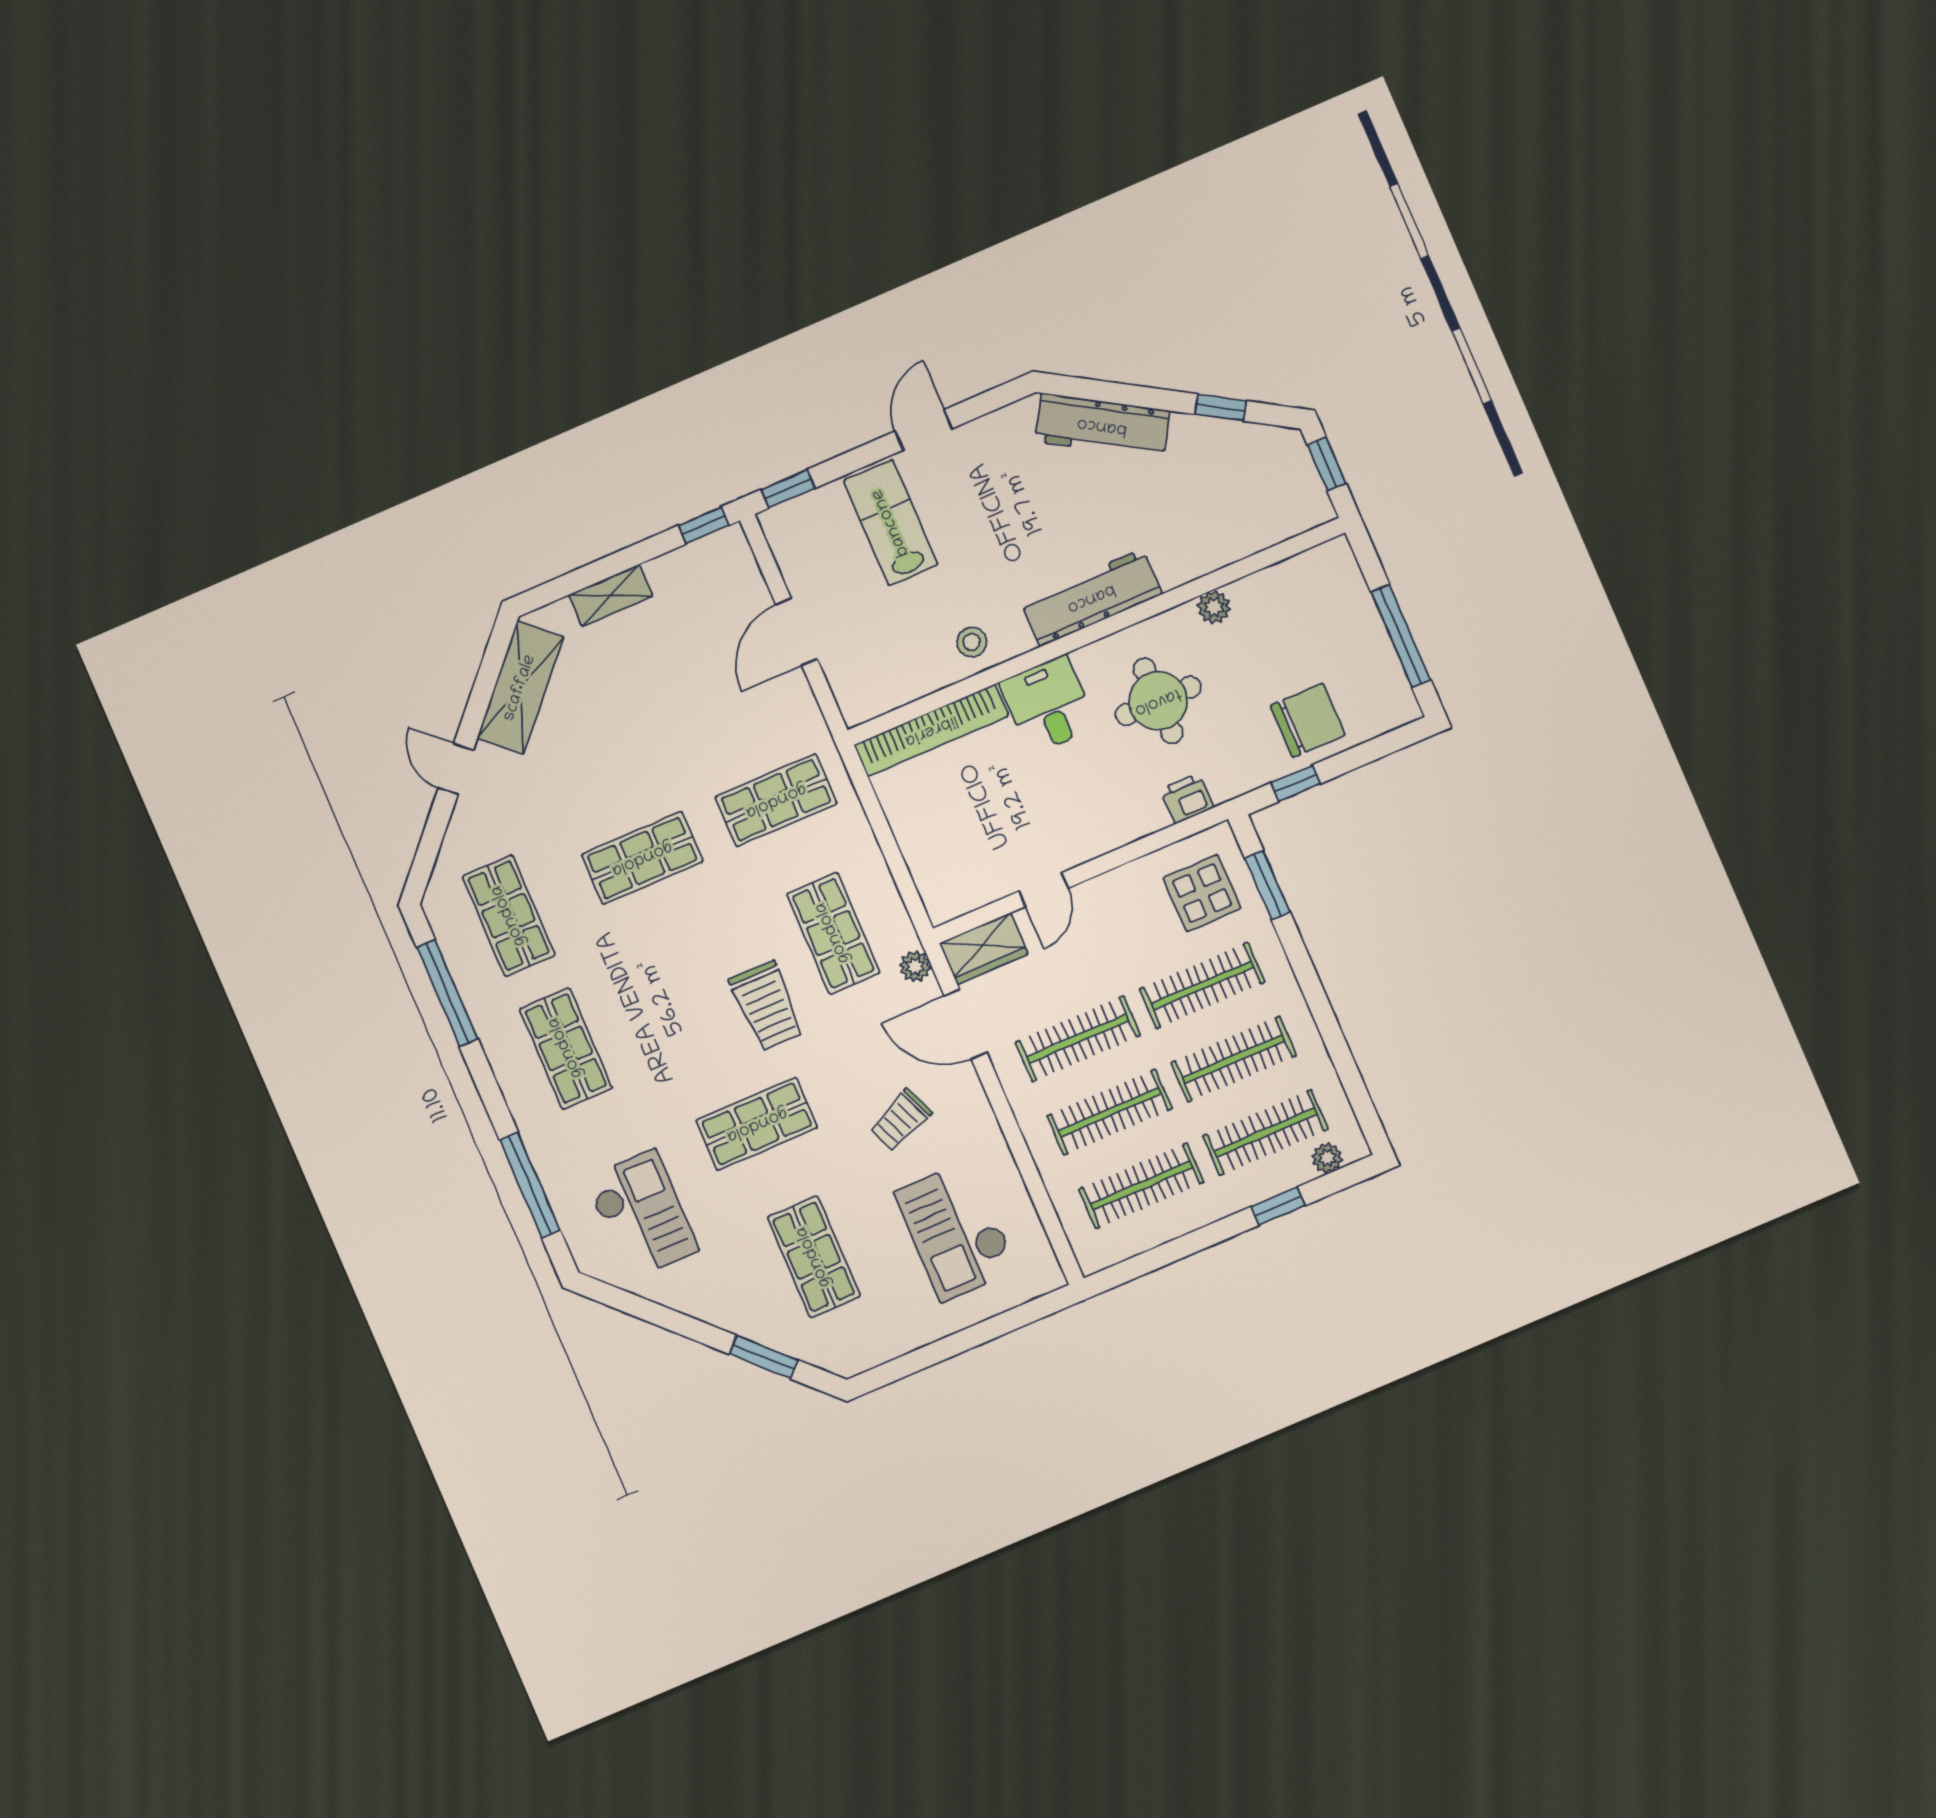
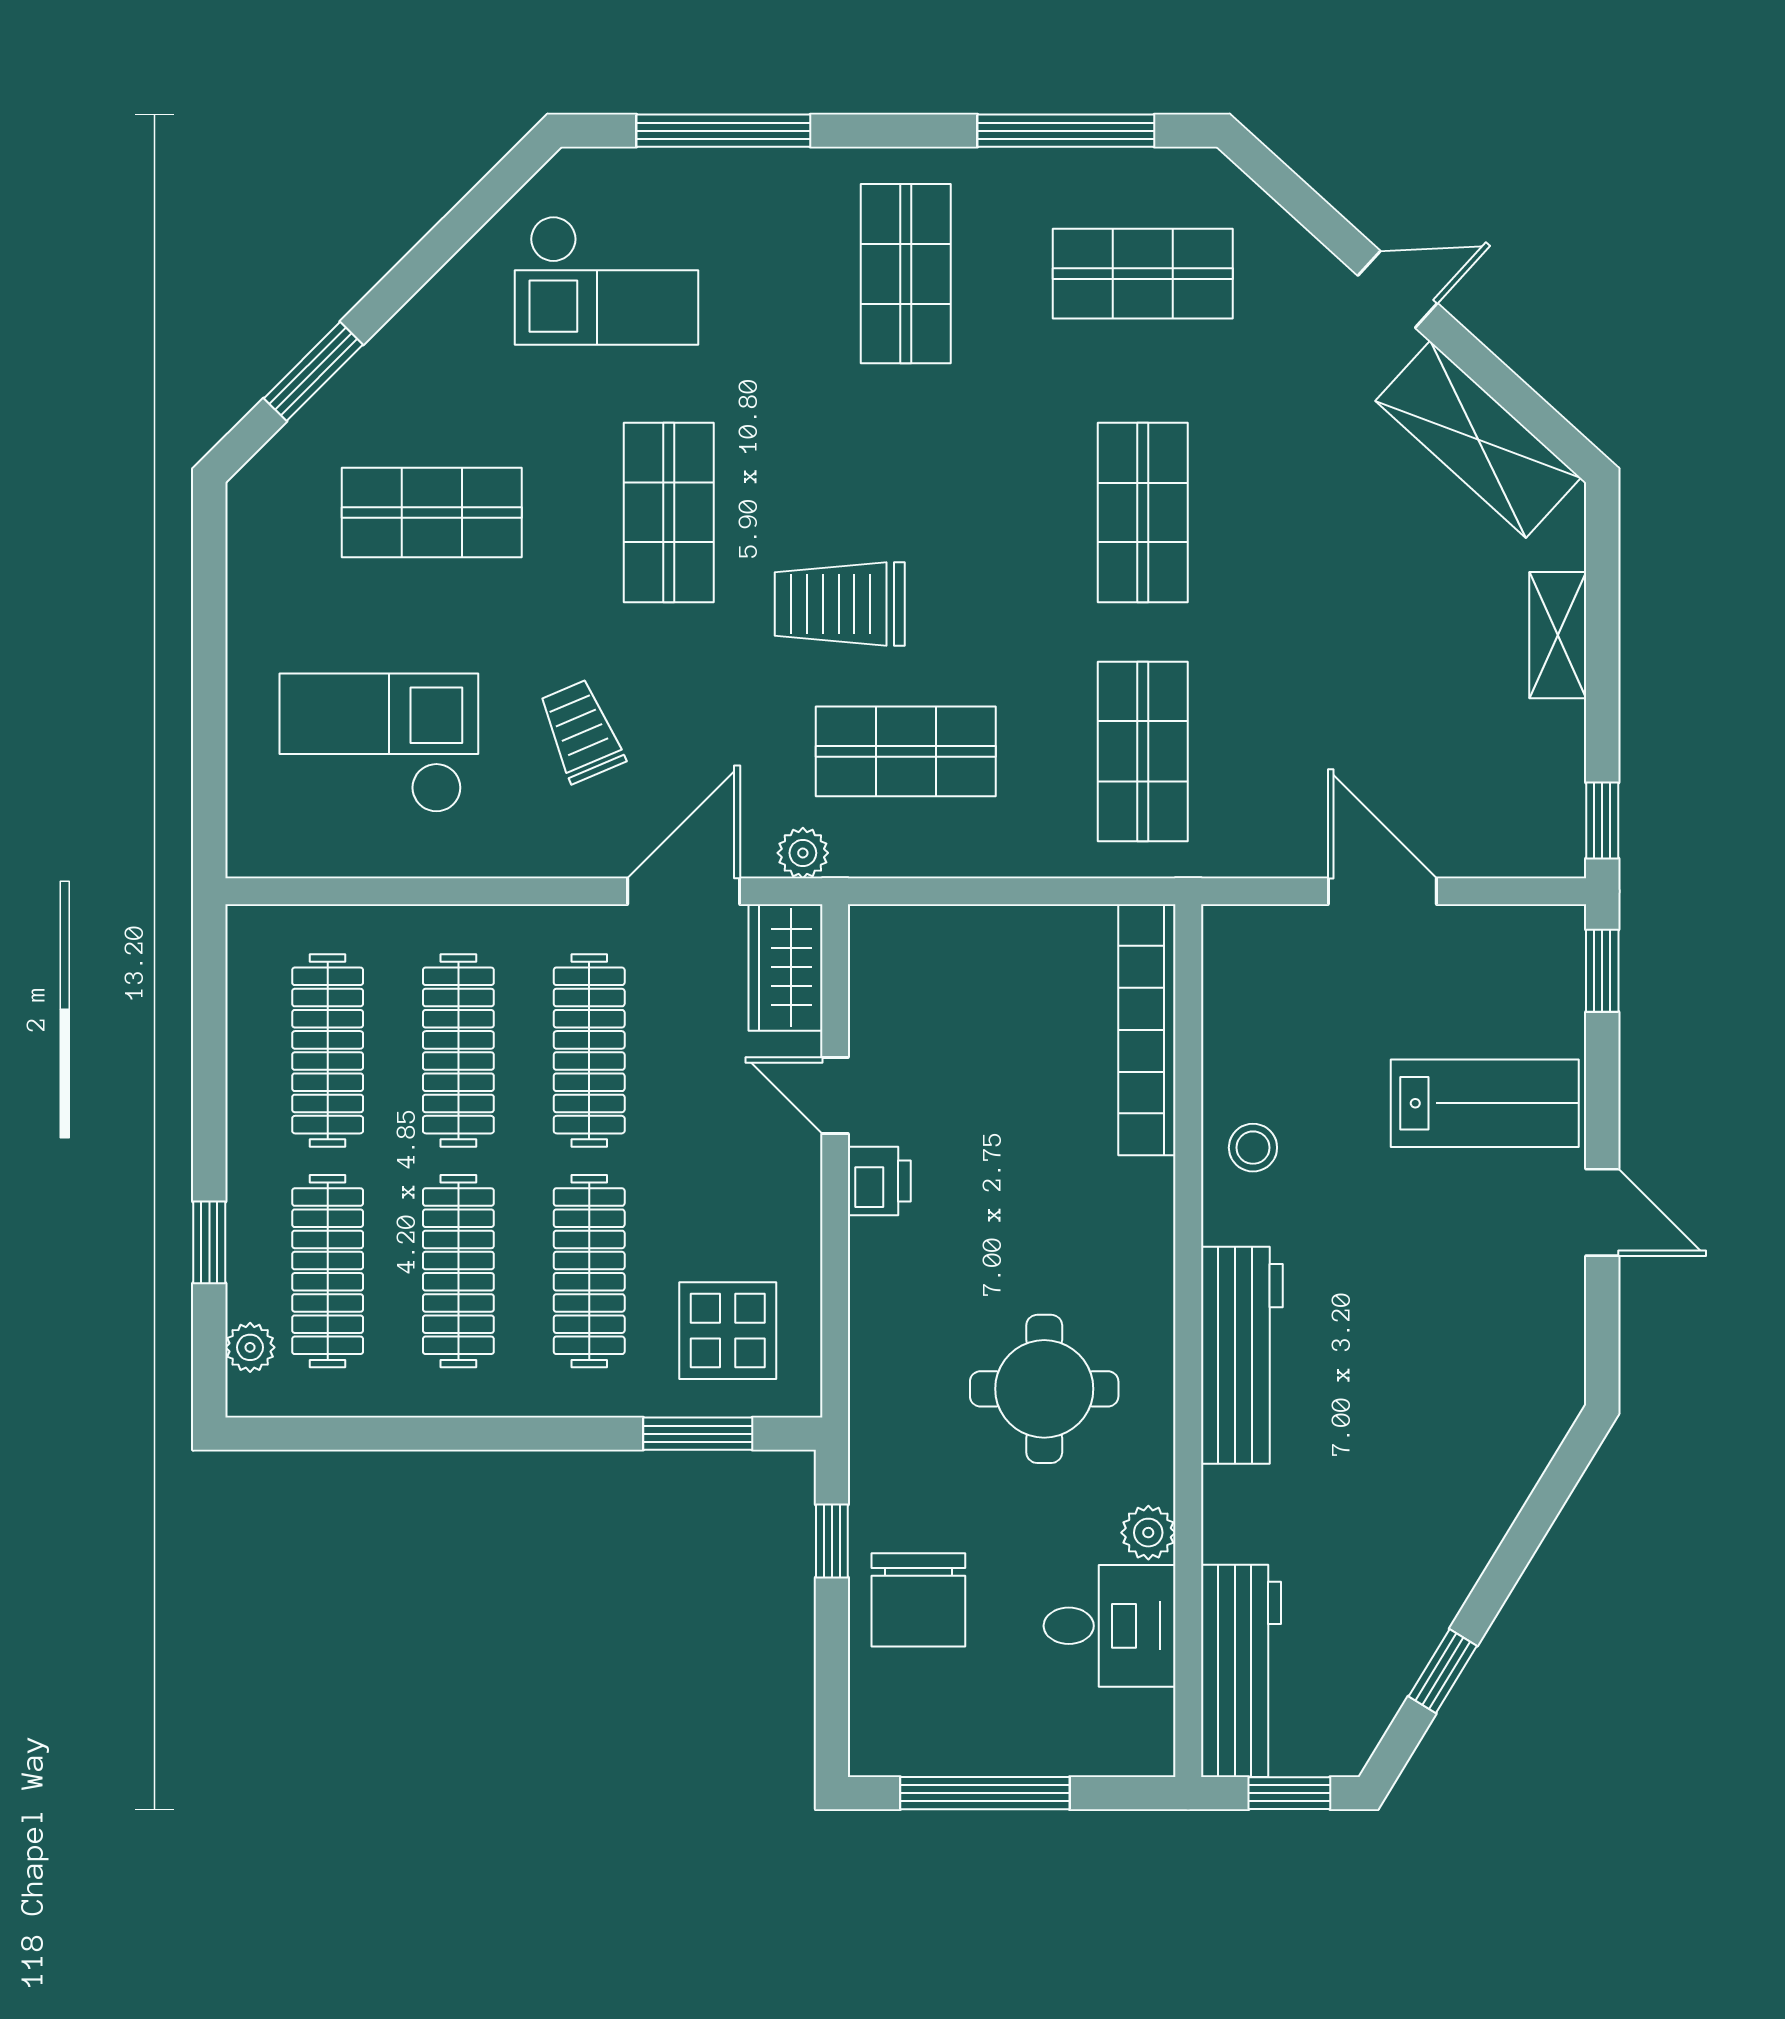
workbench: (1102, 426) -> (1241, 1671), moved, turned 149
desk: (1048, 705) -> (1110, 1626), moved
printer: (1187, 798) -> (879, 1181), moved
shop shelf: (566, 1048) -> (906, 274), turned 90

